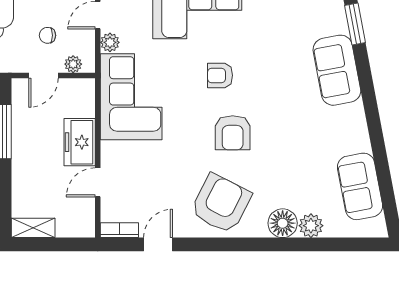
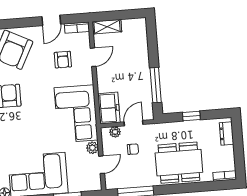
armchair: (220, 75) -> (63, 60), moved, turned 90
freezer: (80, 142) -> (109, 108), moved
shelving: (33, 228) -> (107, 27), moved

